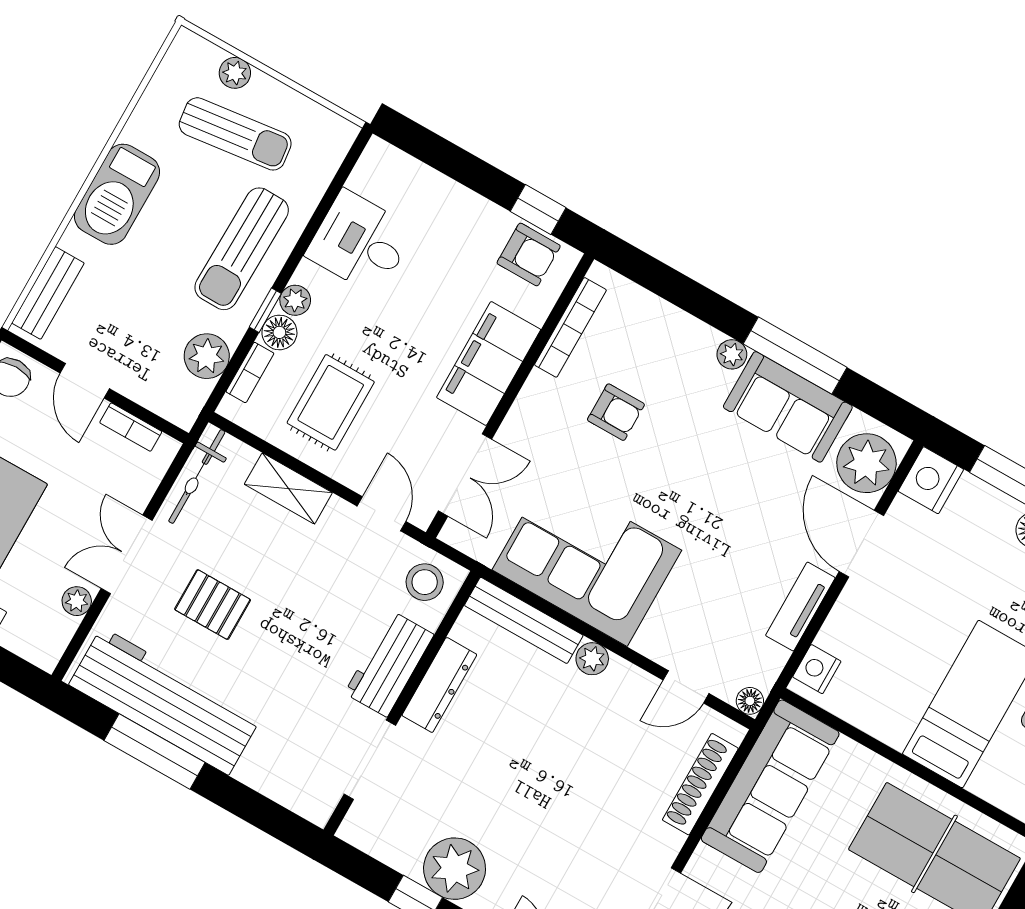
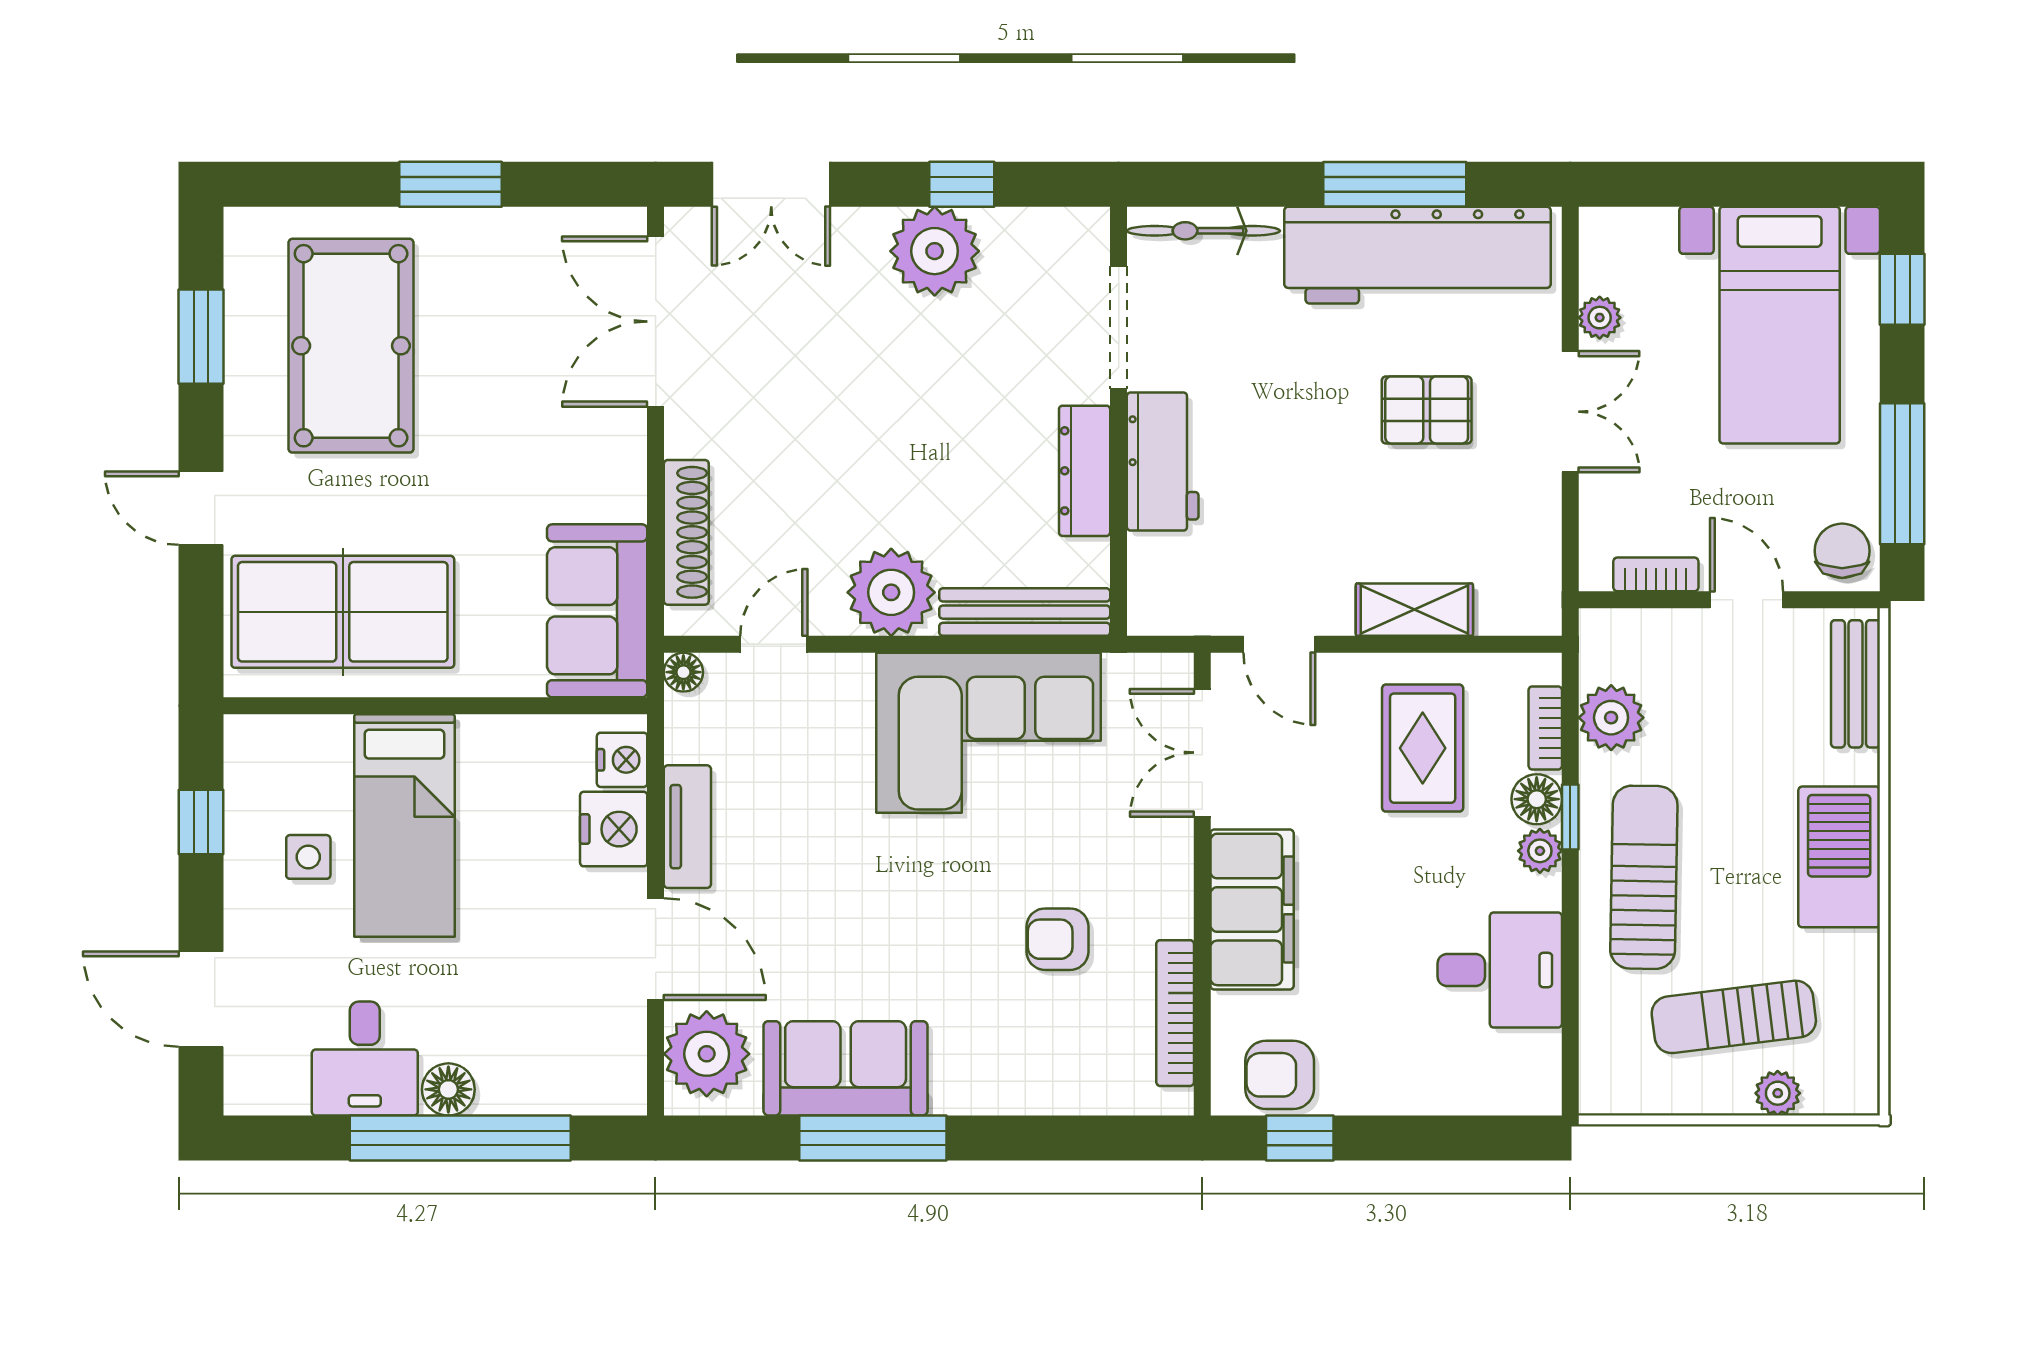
plant: (732, 354) -> (953, 1094), removed
bicycle: (197, 477) -> (1203, 231), moved, turned -90
nightstand: (931, 480) -> (614, 829), moved
stool: (425, 582) -> (1176, 589), removed
plant: (592, 659) -> (891, 592), width x1.87, depth x1.87
sofa: (770, 786) -> (597, 611), width x0.73

